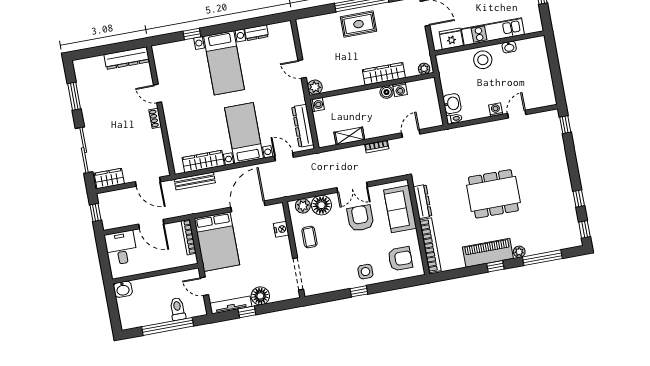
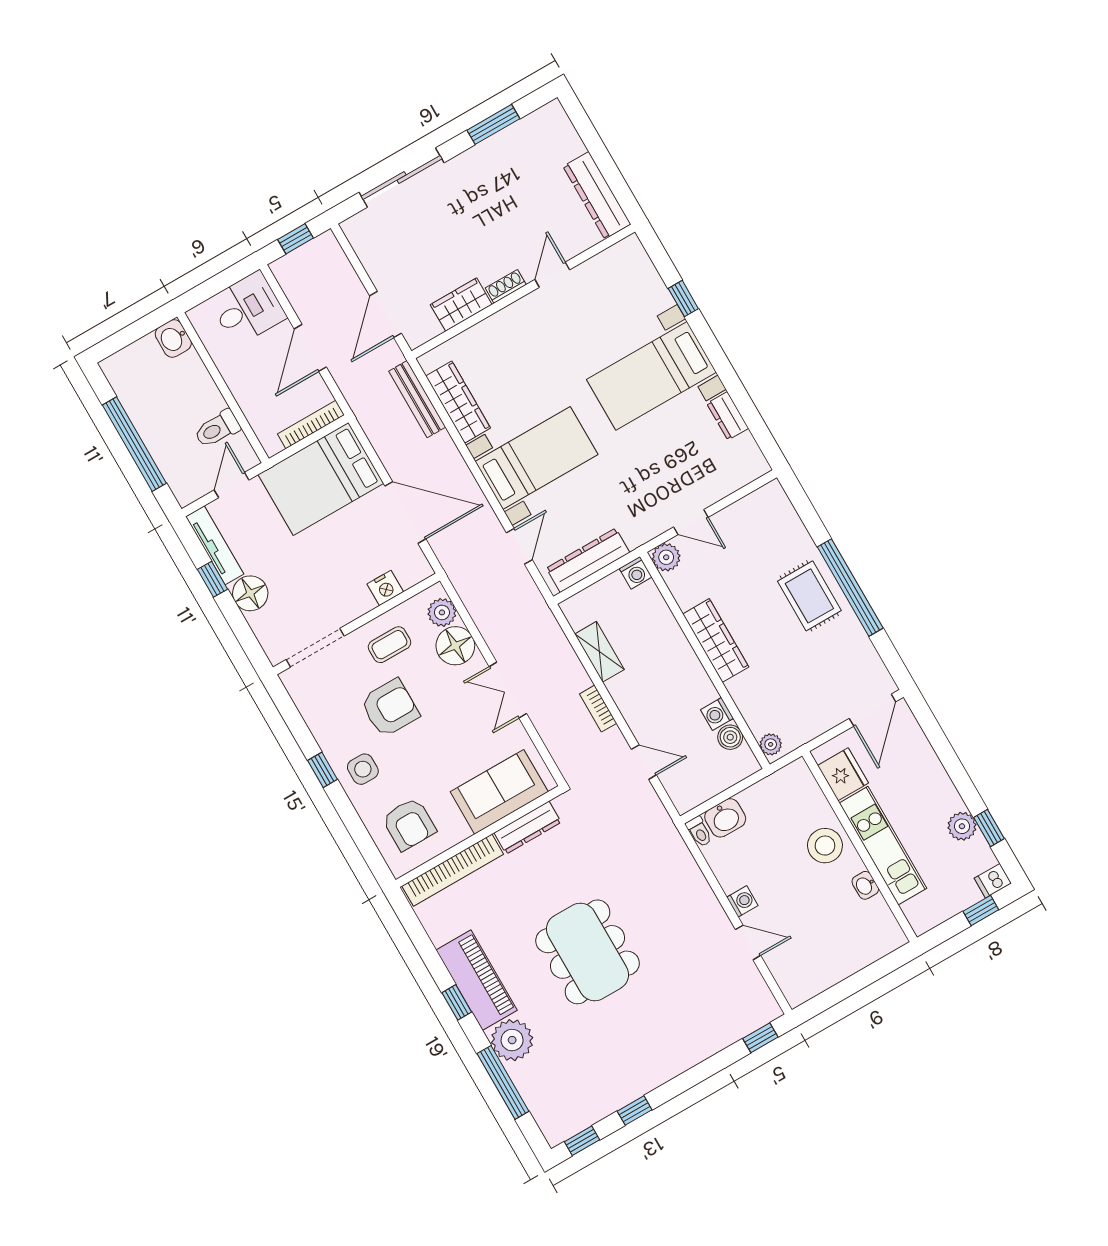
door: (302, 69) -> (691, 522), swing flipped
wardrobe: (384, 74) -> (716, 640), moved
boiler: (386, 92) -> (730, 737), moved
wardrobe: (109, 179) -> (461, 305), moved, turned -90
armchair: (360, 218) -> (390, 708), moved
plant: (519, 252) -> (512, 1040), width x1.88, depth x1.88
toilet: (178, 309) -> (217, 429), moved, turned 180

